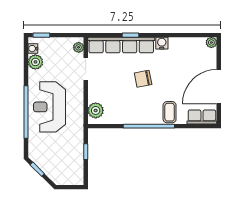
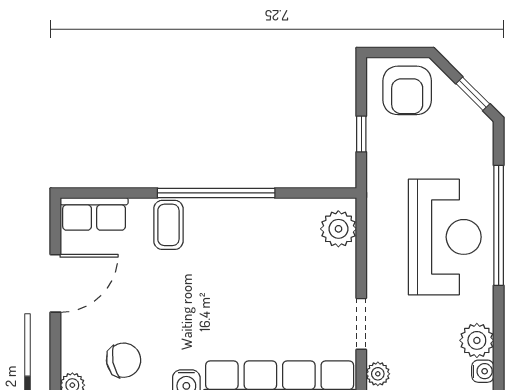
chair: (143, 79) -> (124, 360), moved
door: (219, 87) -> (55, 283), width x0.73
armchair: (66, 171) -> (407, 90), added

